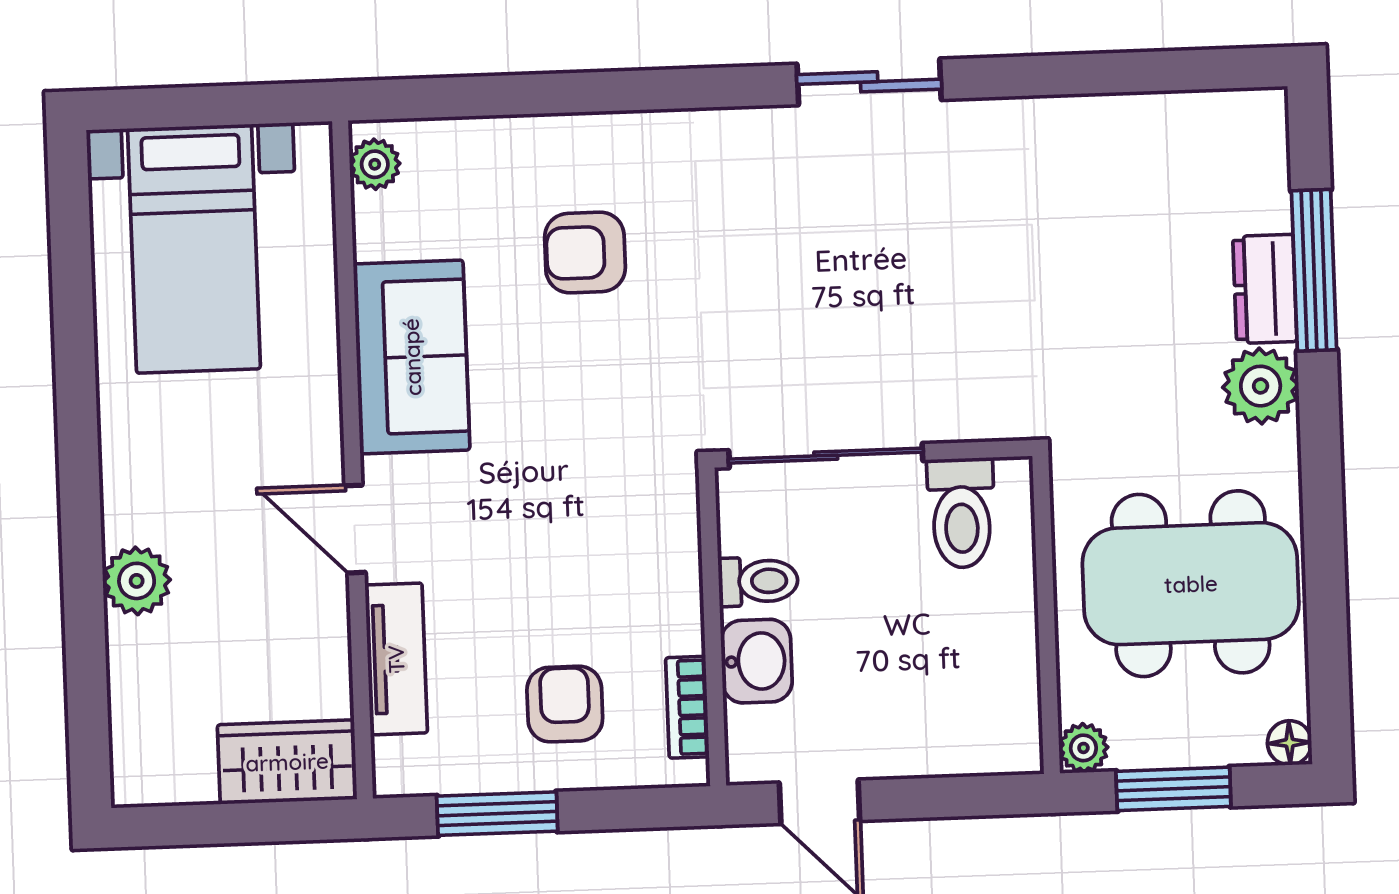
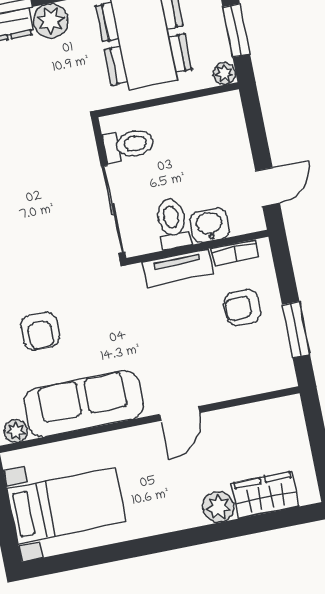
sofa: (412, 357) -> (84, 404), width x1.36
toilet: (758, 581) -> (172, 224), width x1.37, depth x1.39
tv unit: (396, 659) -> (178, 268), moved, turned 180
wardrobe: (287, 762) -> (266, 495), moved, turned 90

